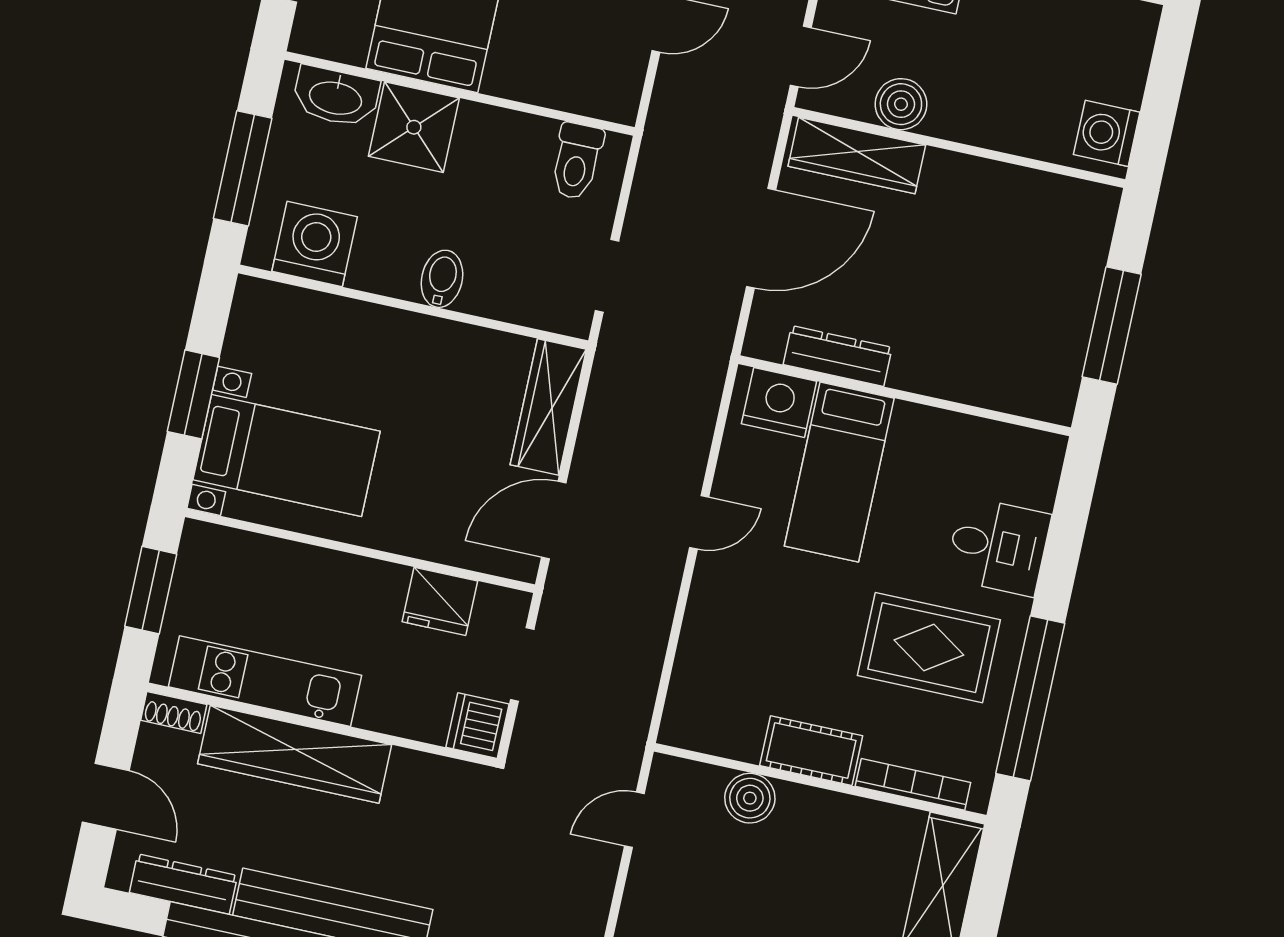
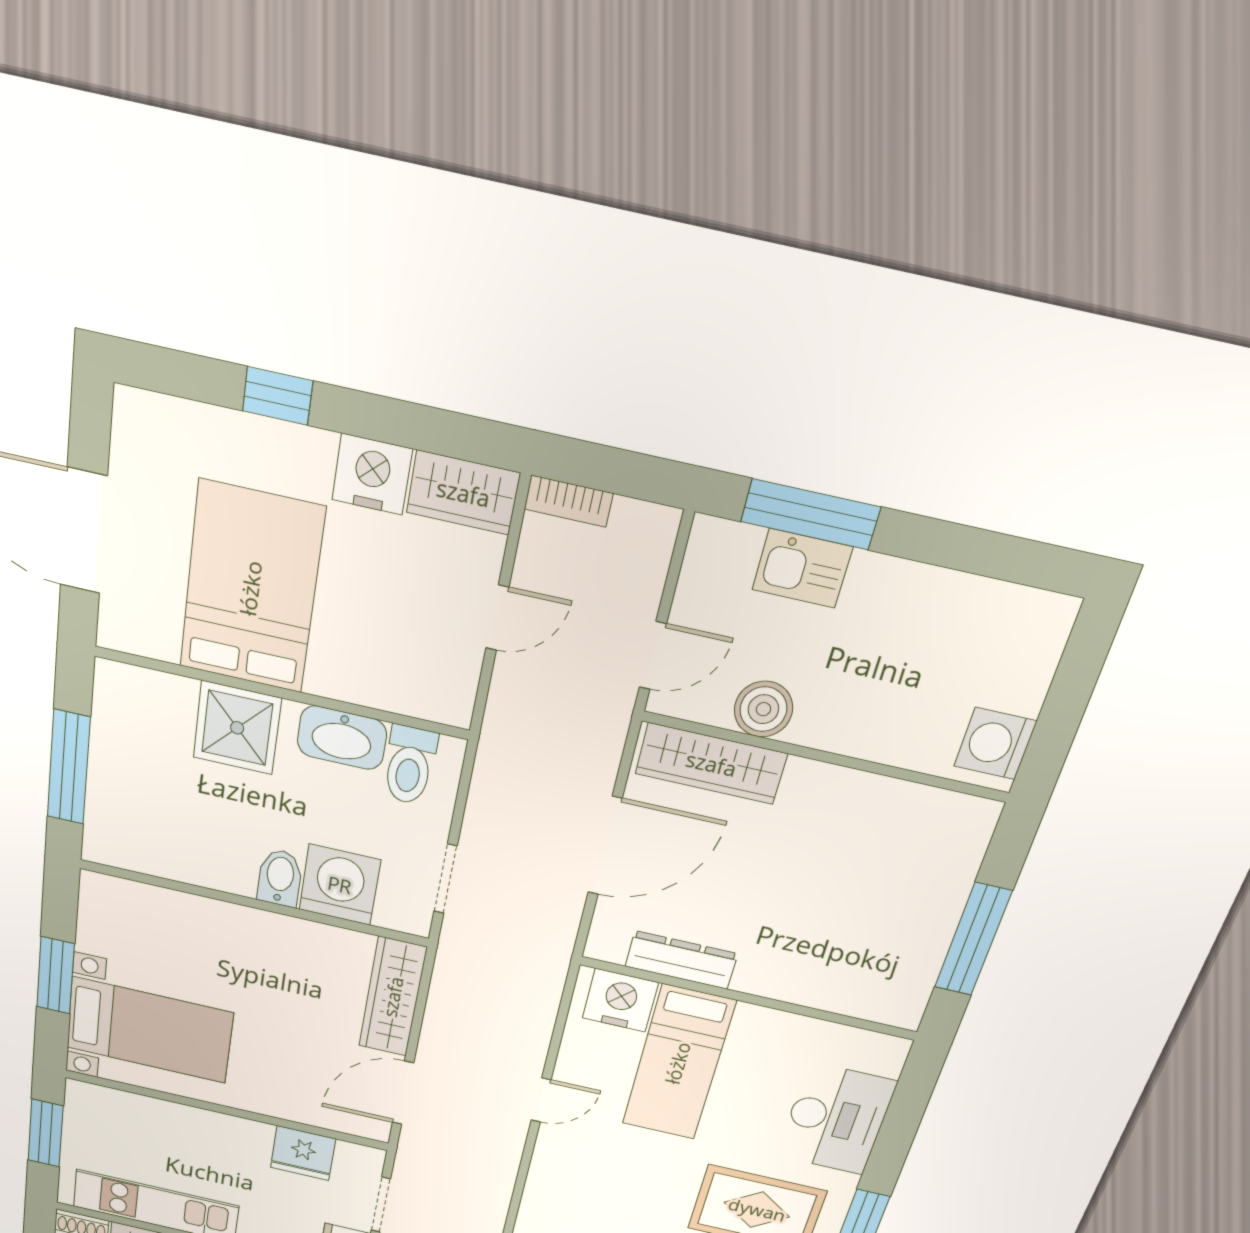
washbasin: (336, 97) -> (342, 738), moved
washing machine: (315, 244) -> (340, 885), moved
desk: (998, 546) -> (836, 1119), width x1.37

